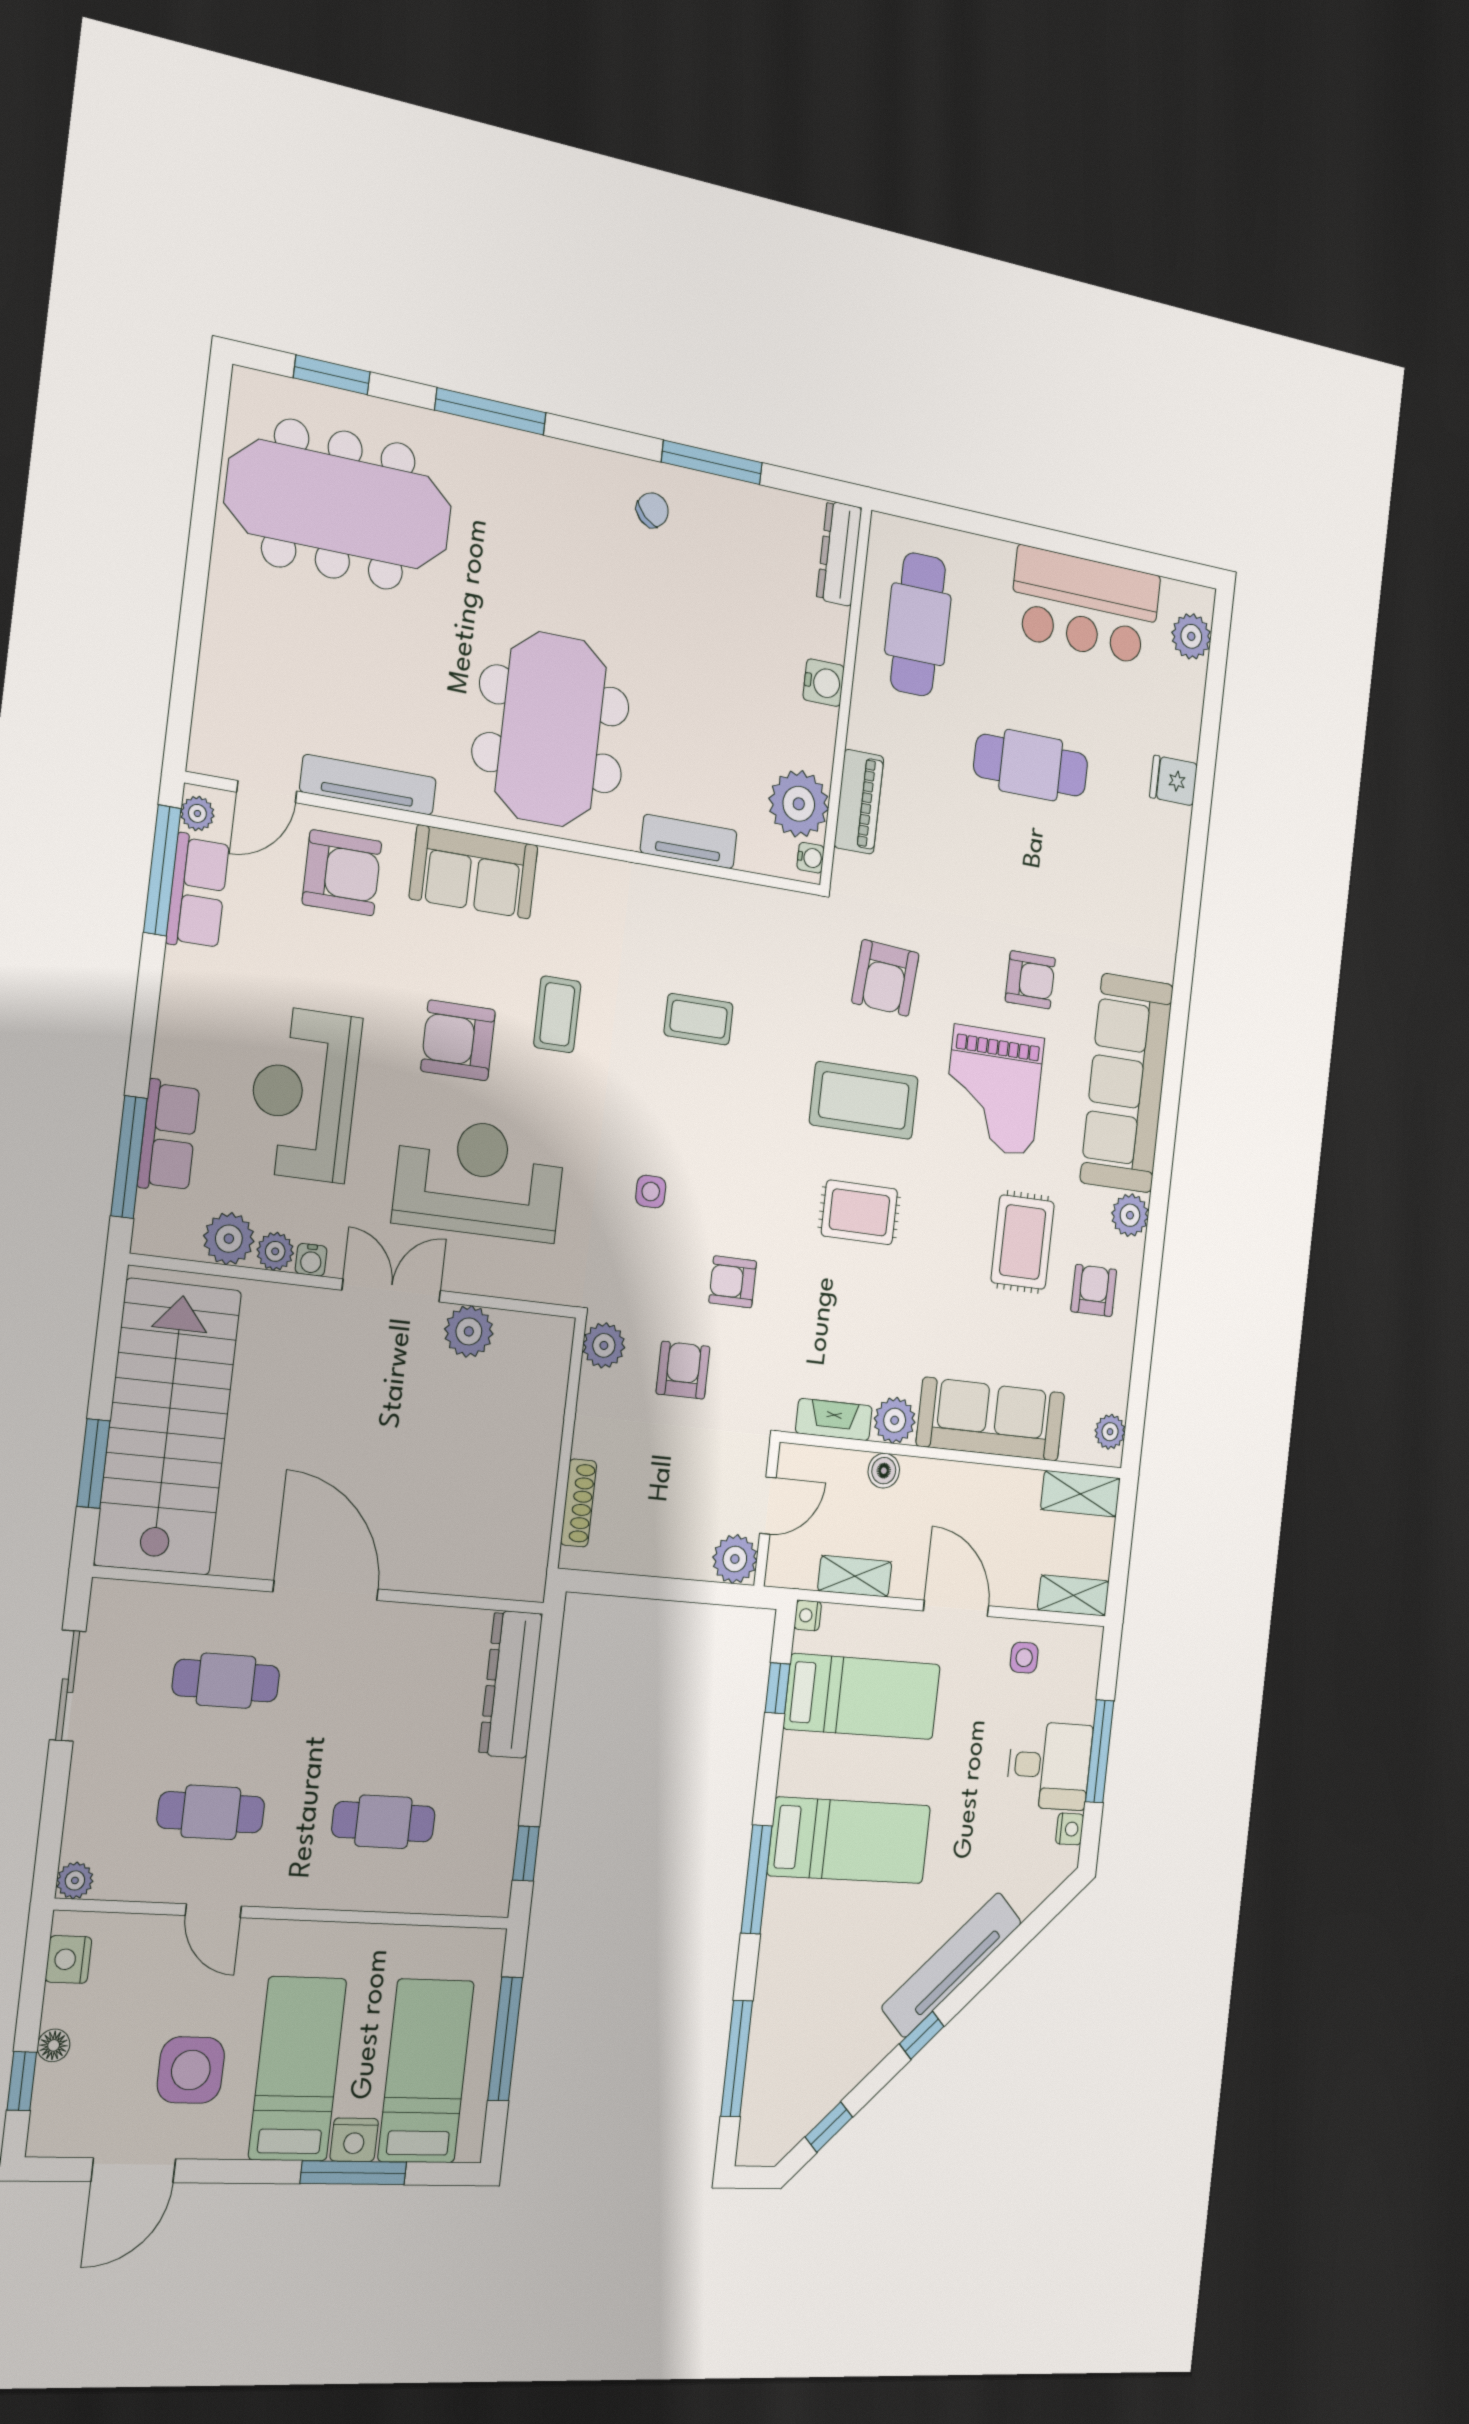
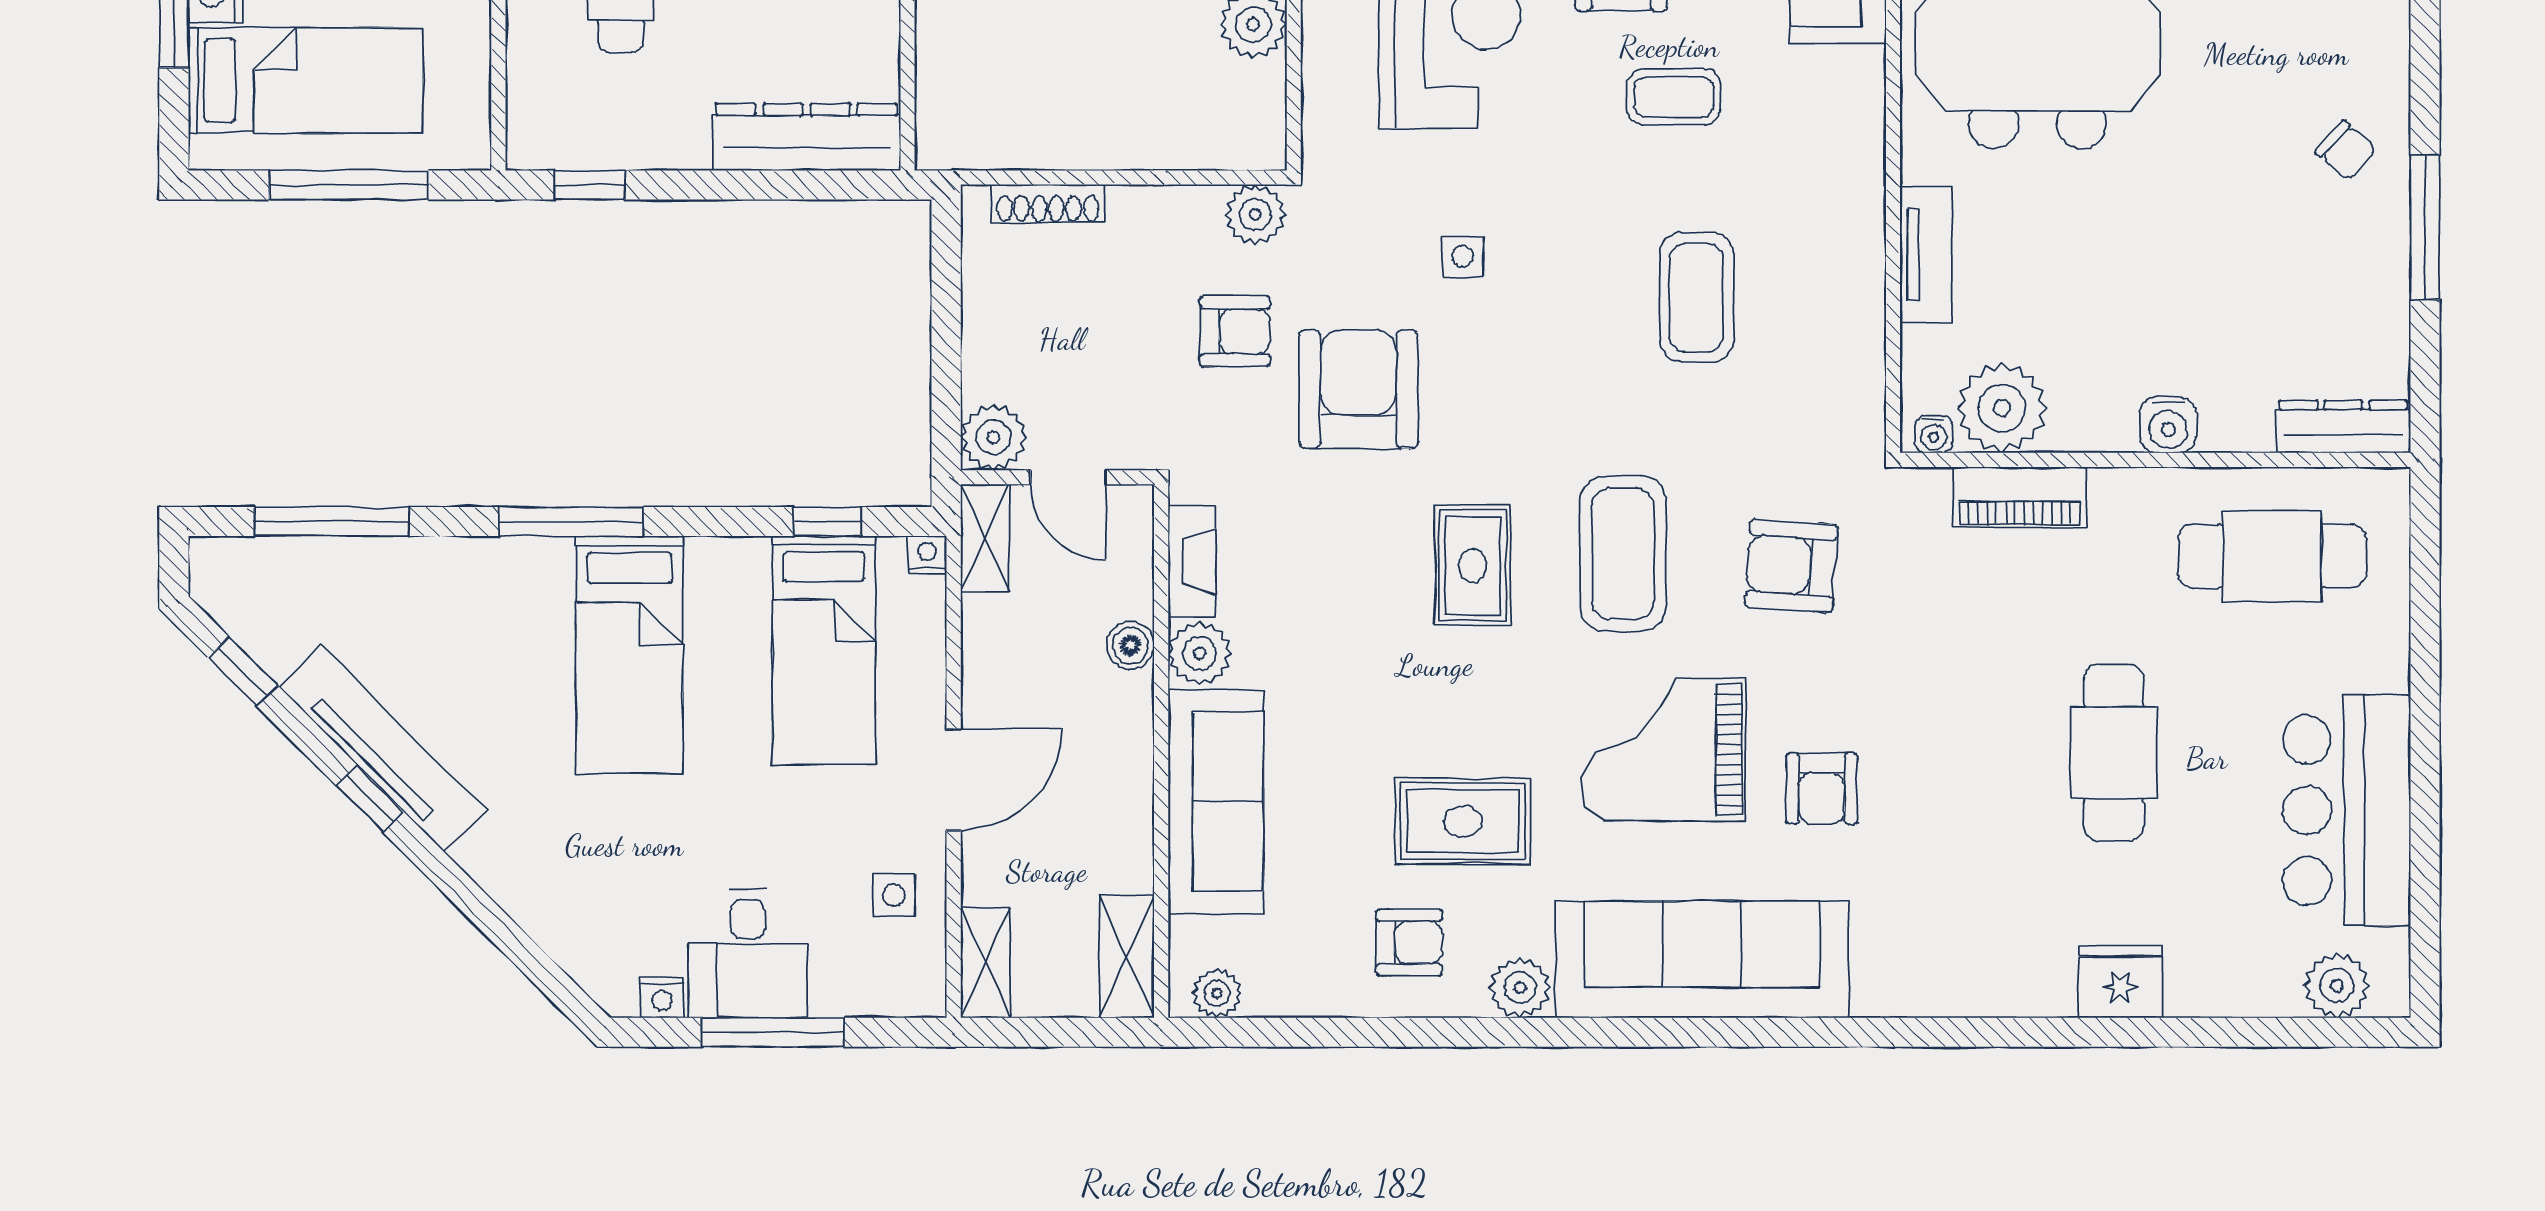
fridge: (1173, 780) -> (2120, 982), width x1.38
coffee table: (699, 1019) -> (1696, 297), width x1.36, depth x1.30
armchair: (733, 1282) -> (1359, 389), width x1.88, depth x1.88
shelving: (855, 1576) -> (985, 538), moved
tv unit: (952, 1965) -> (383, 749), moved

